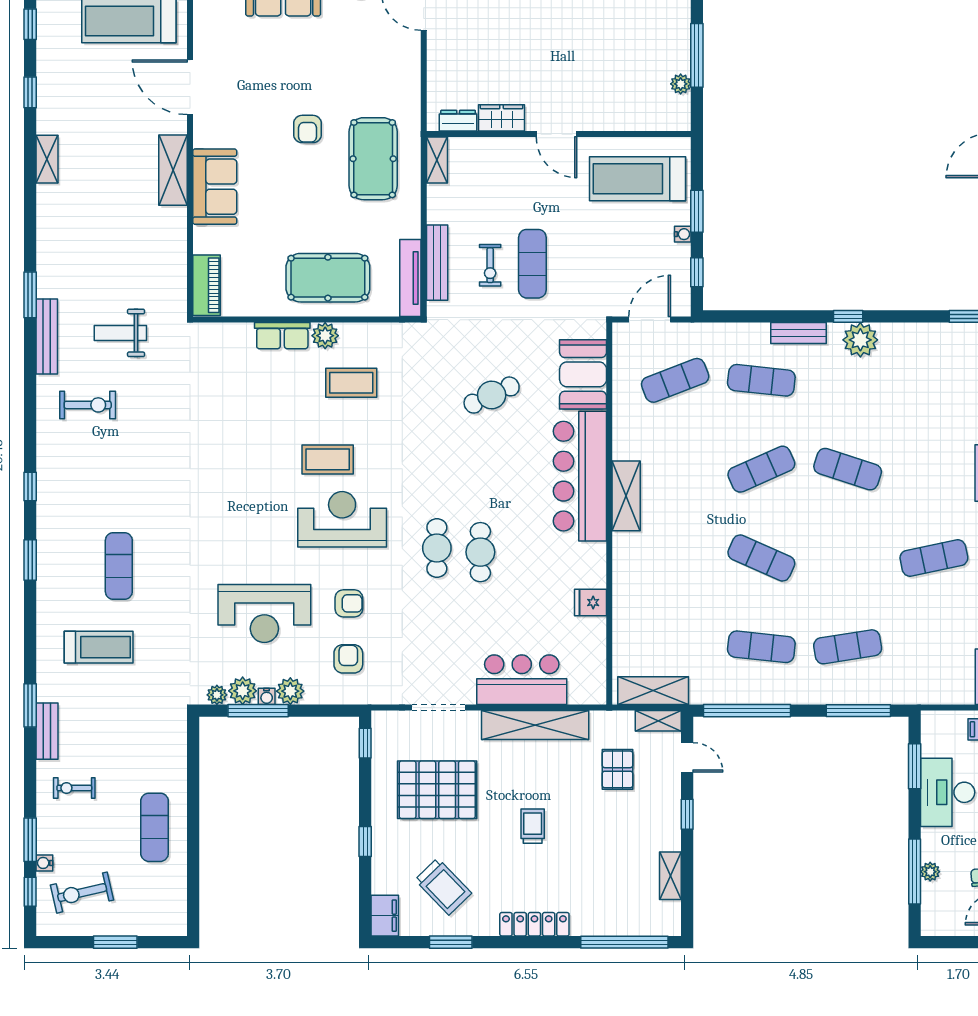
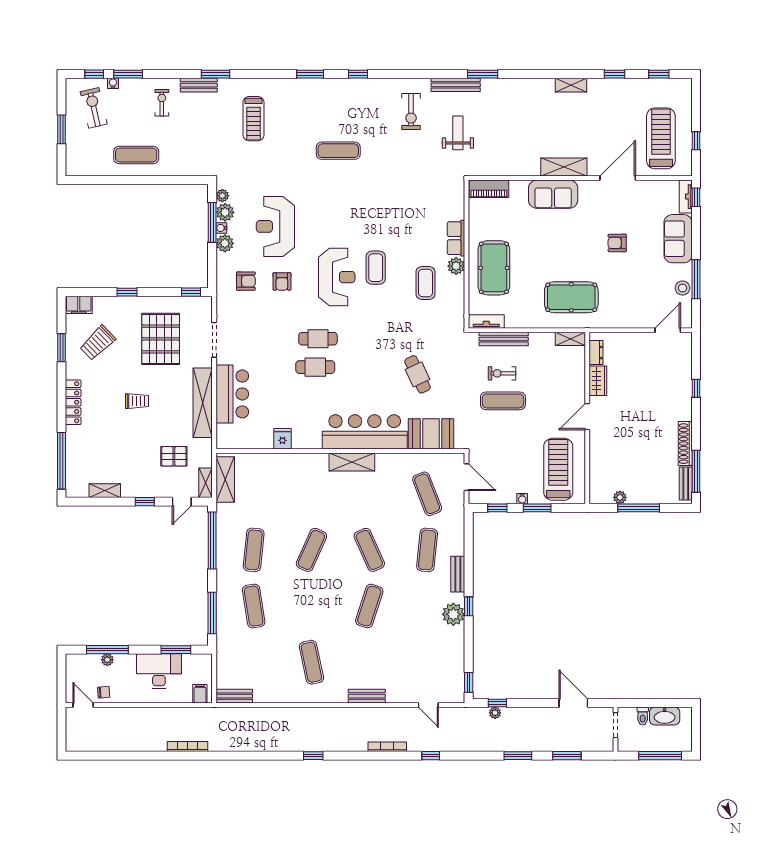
armchair: (308, 129) -> (617, 243), moved
tv unit: (410, 278) -> (486, 321), width x0.71
exercise mat: (119, 566) -> (338, 151), moved

